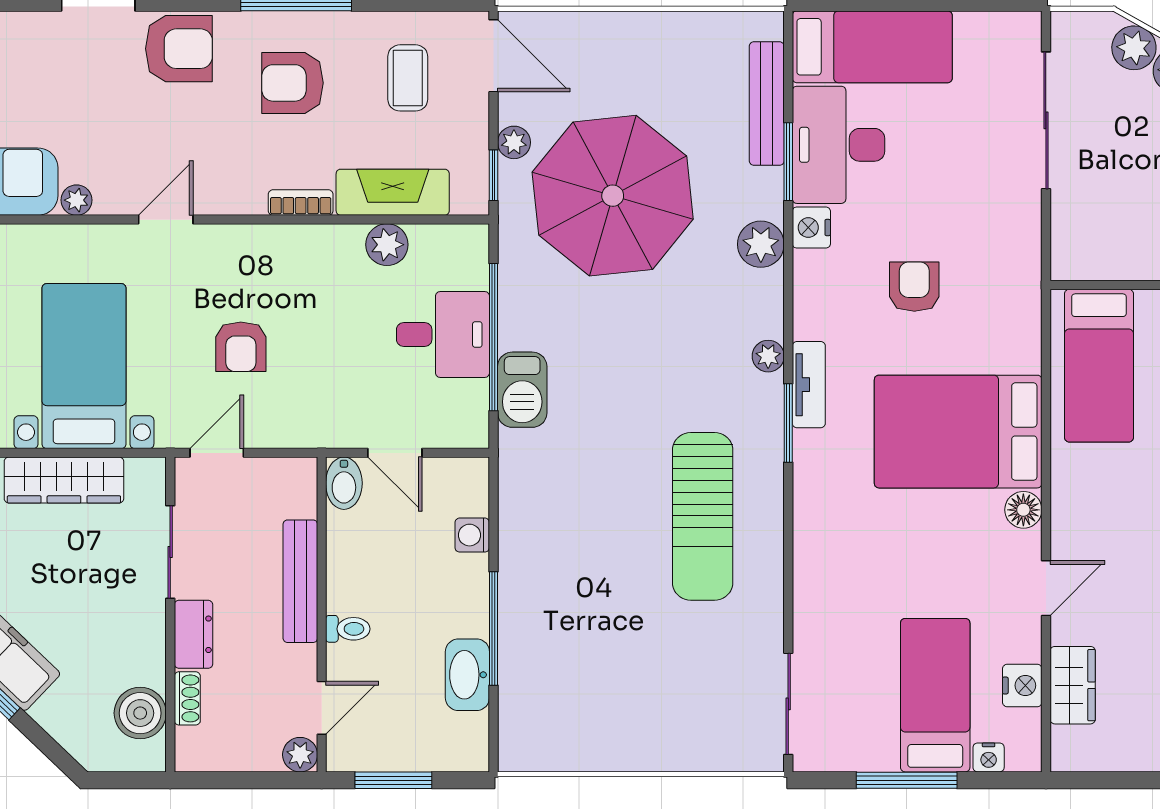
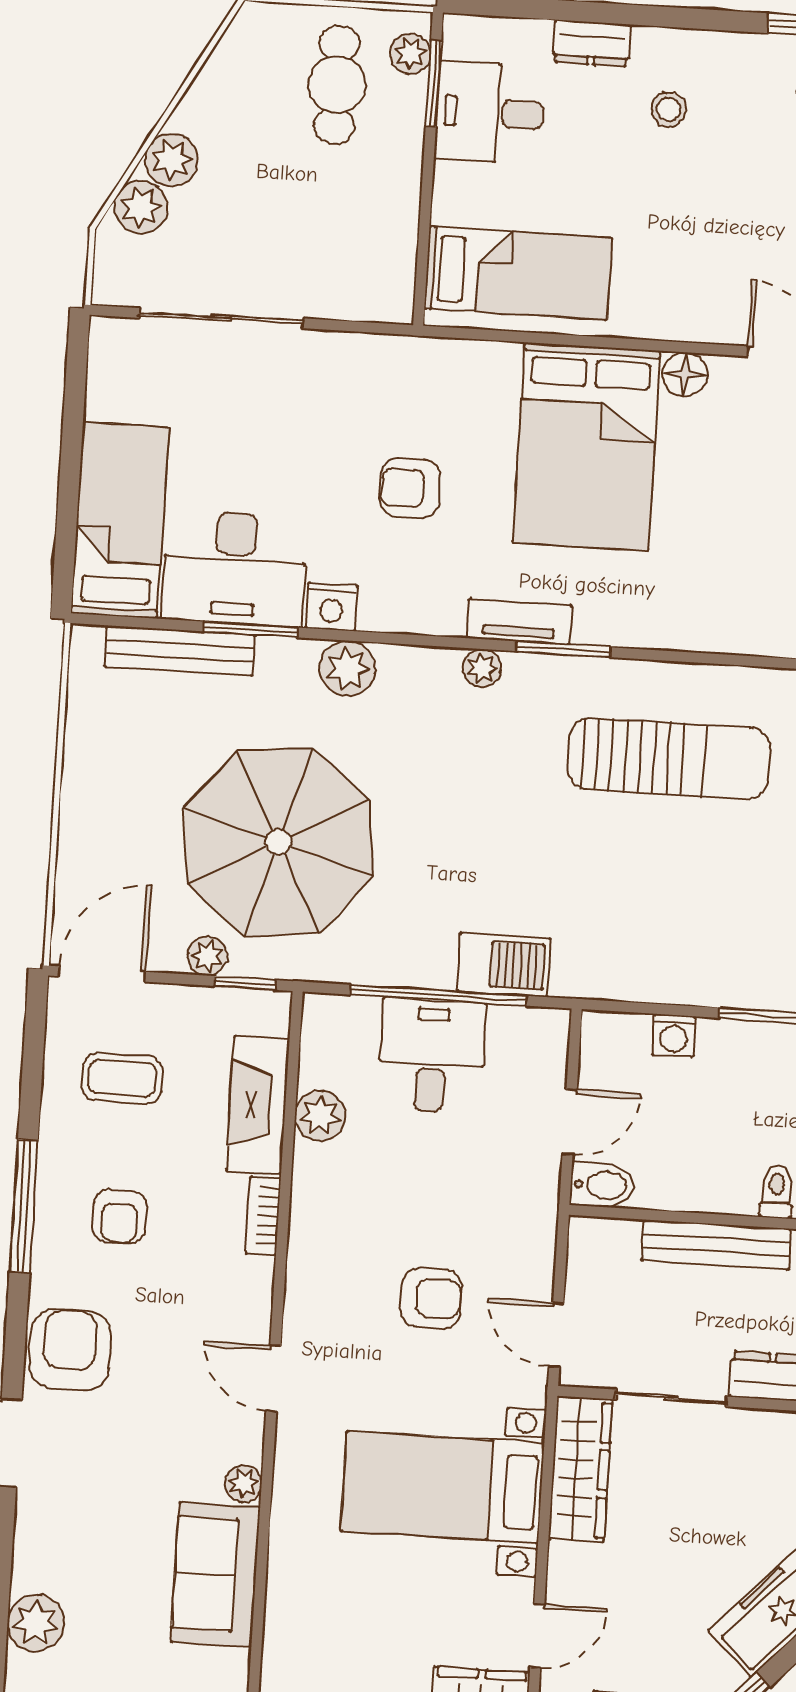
armchair: (293, 83) -> (119, 1216), width x0.72, depth x0.72
wardrobe: (64, 480) -> (580, 1469), moved

